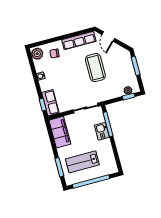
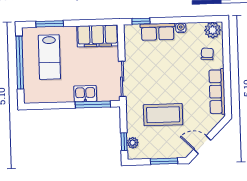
door: (108, 37) -> (202, 145), moved
coffee table: (95, 68) -> (163, 115), moved
row of seats: (50, 103) -> (158, 32), moved
lab bench: (82, 162) -> (49, 57), turned 180

